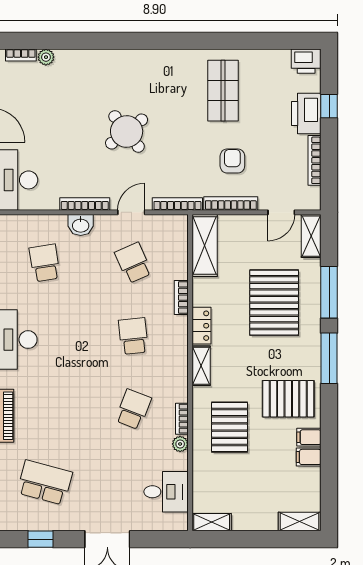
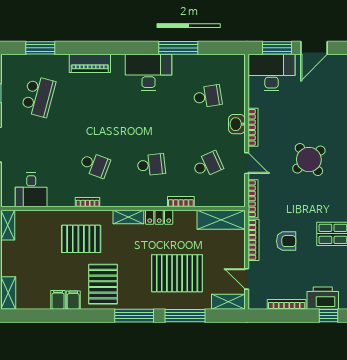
plant: (180, 444) -> (68, 201), removed

